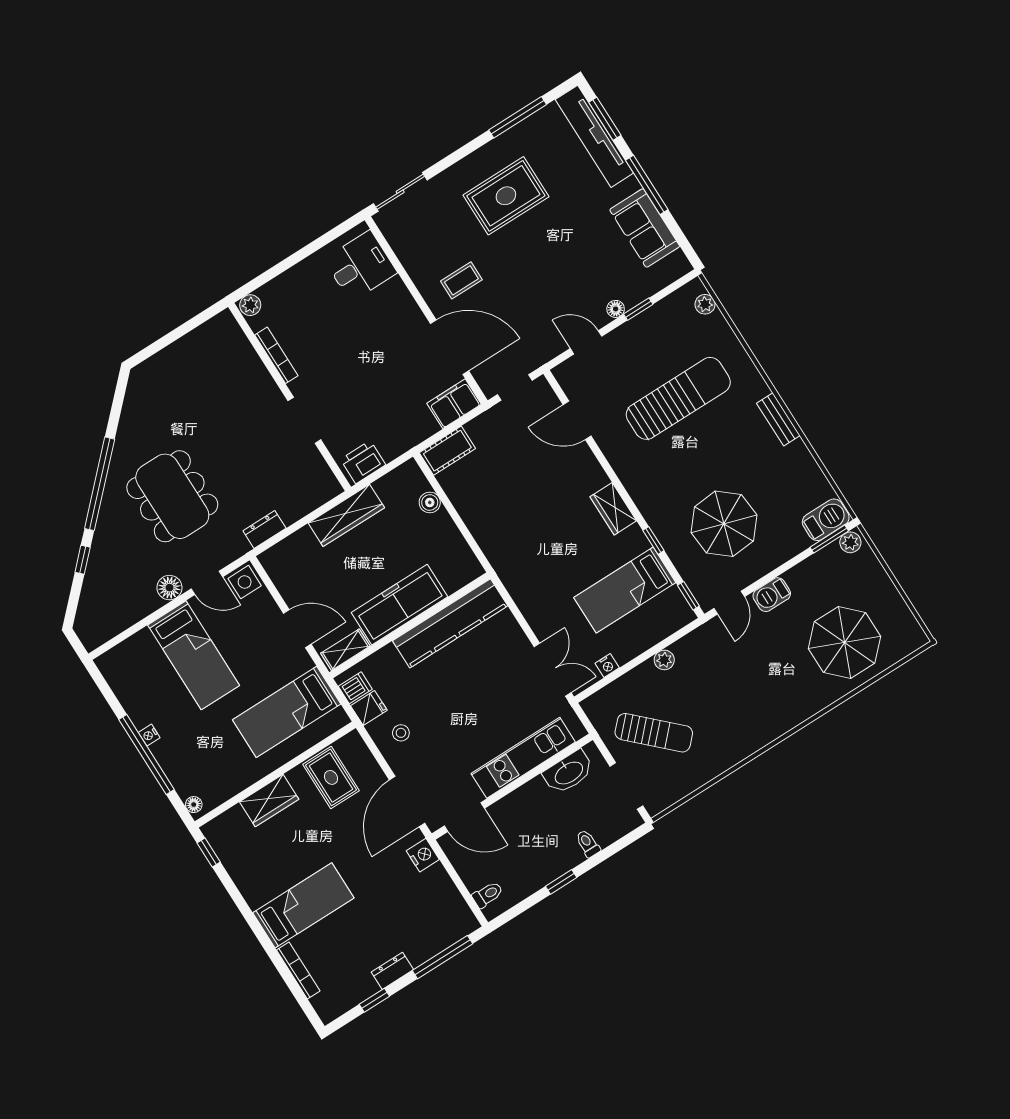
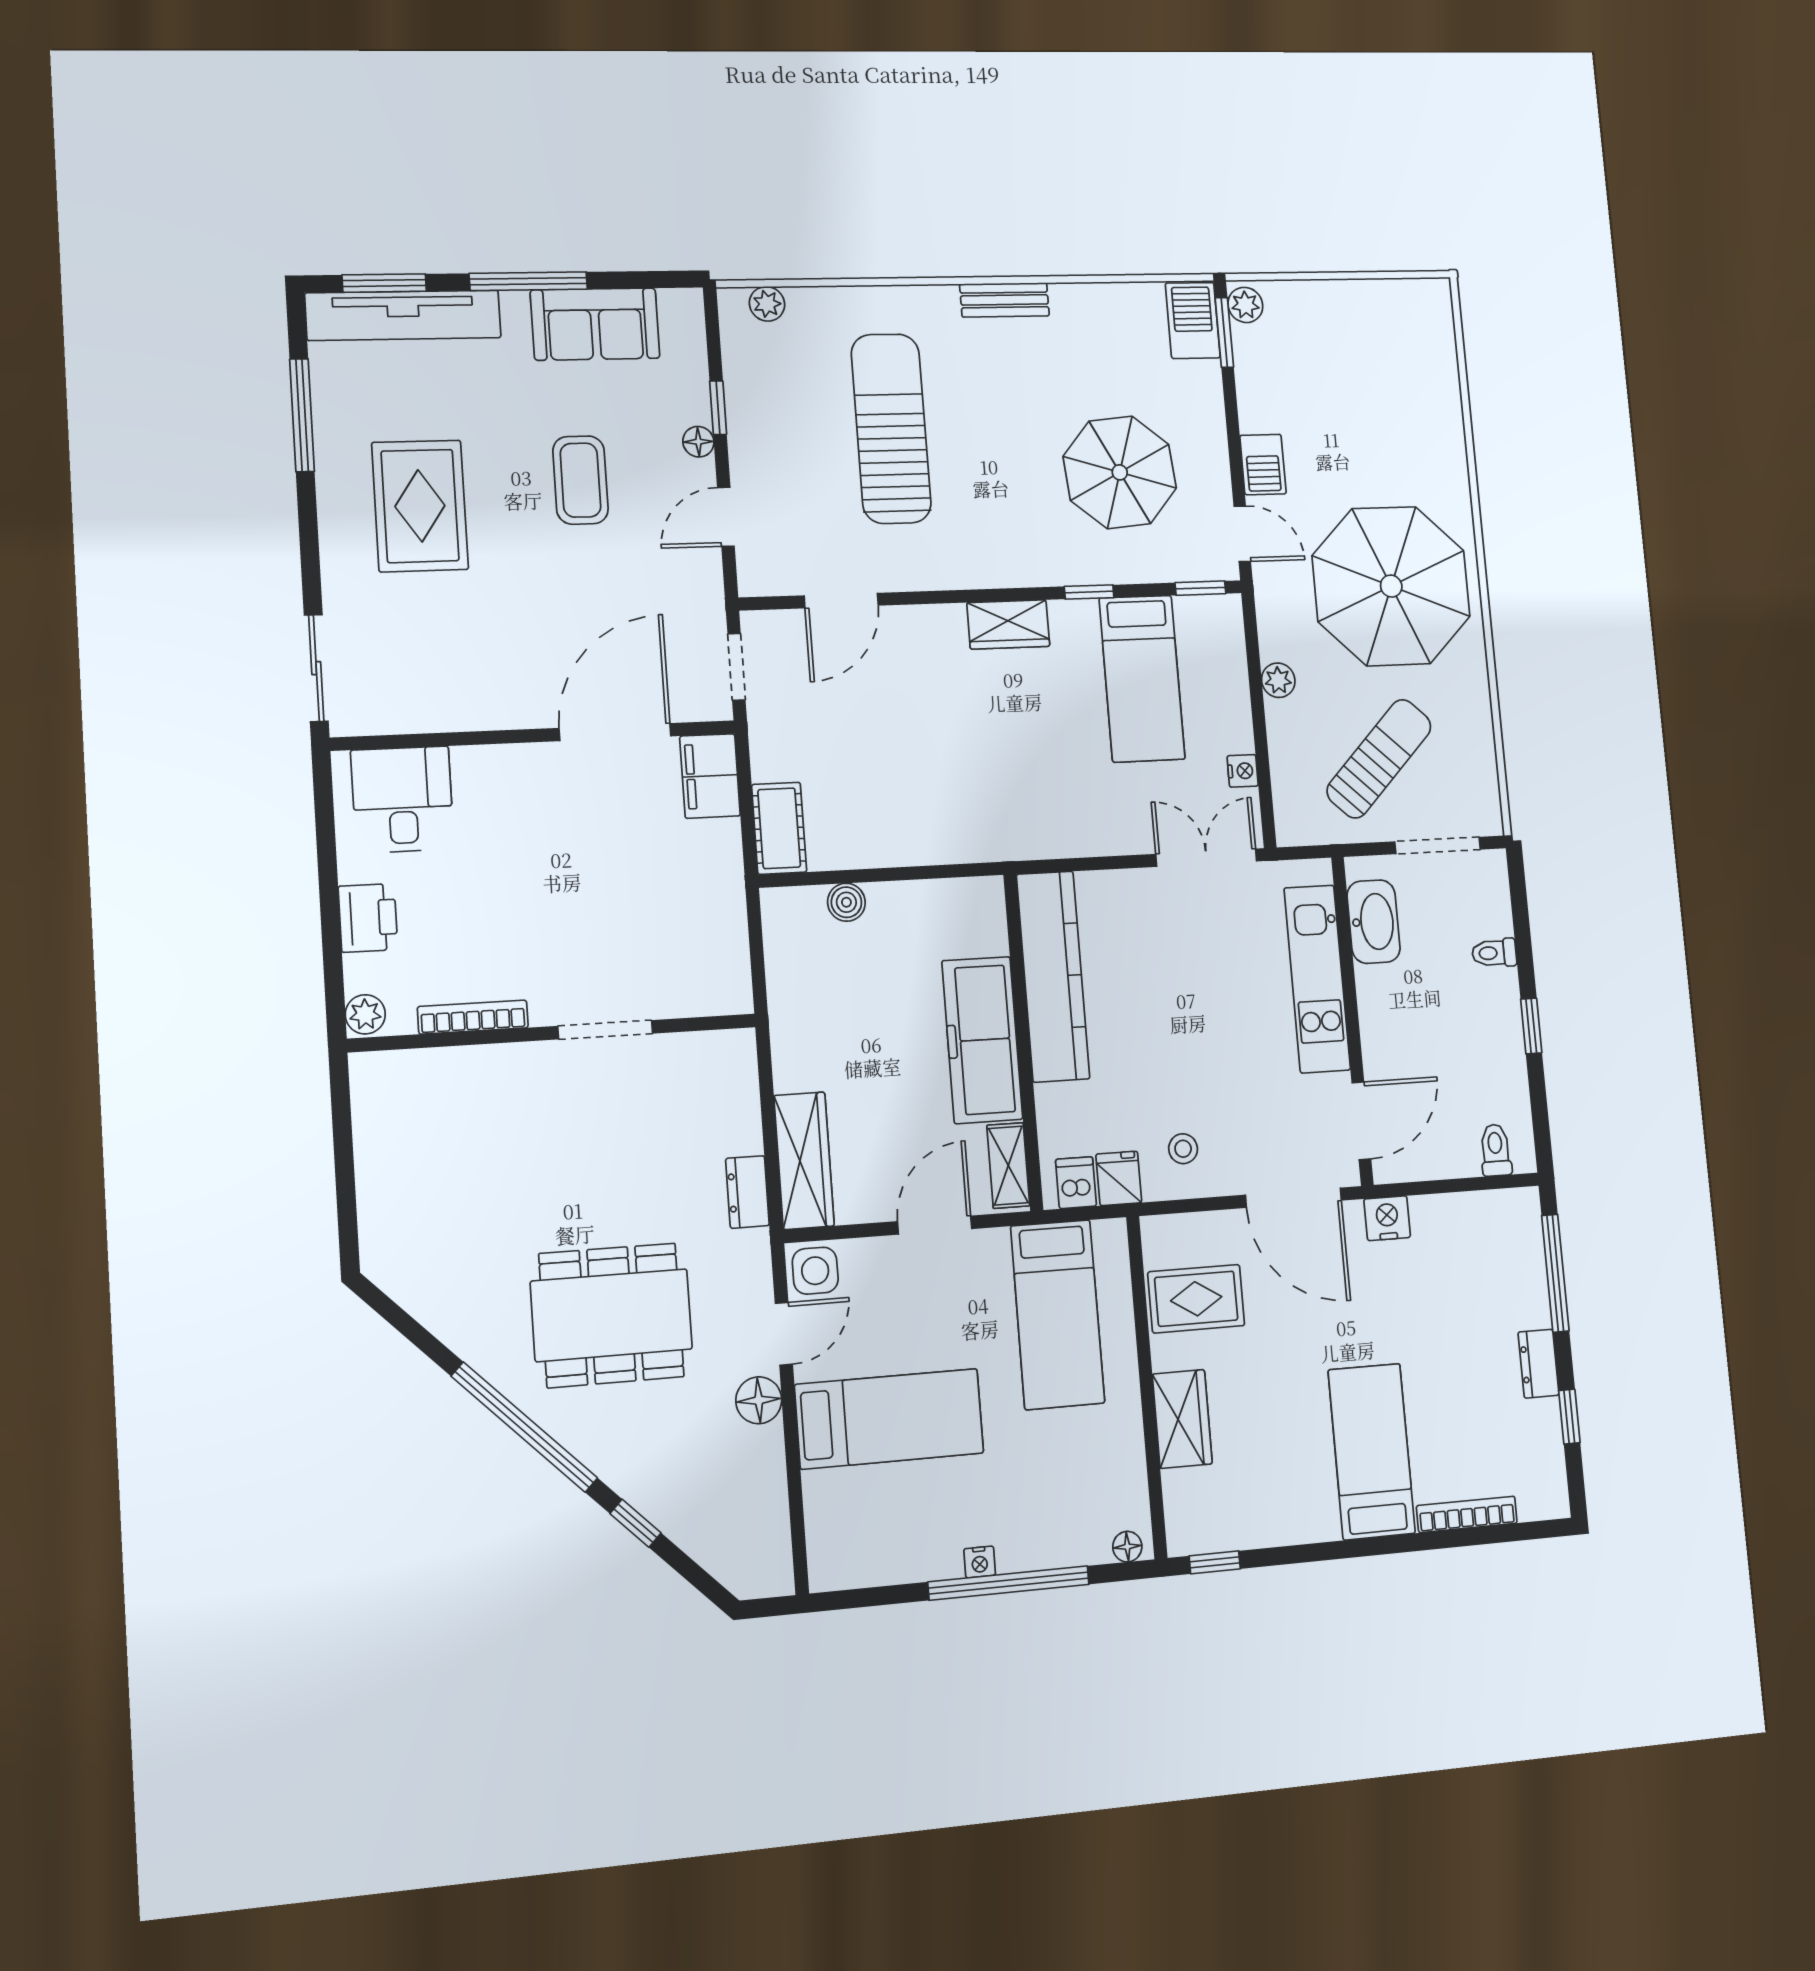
coffee table: (461, 280) -> (580, 480), moved, width x1.36, depth x1.30
printer: (363, 462) -> (368, 918), moved, turned 180
wardrobe: (346, 515) -> (804, 1161), moved
parasol: (845, 642) -> (1391, 586), moved, width x1.36, depth x1.36

